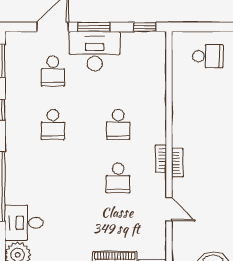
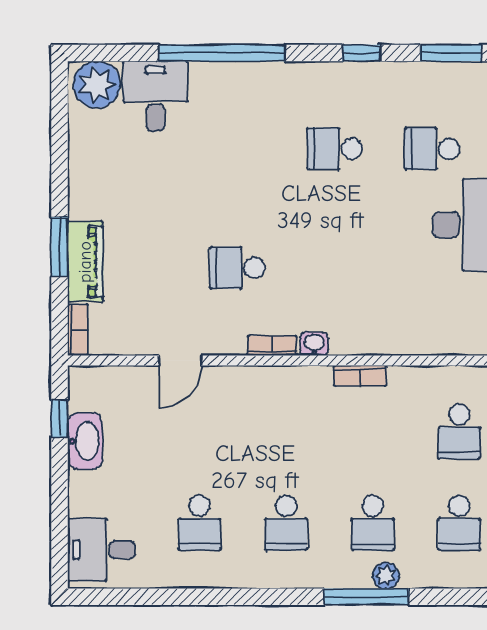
school desk: (118, 124) -> (335, 268), removed
washbasin: (160, 136) -> (314, 344), added
bookcase: (177, 163) -> (360, 376), moved

